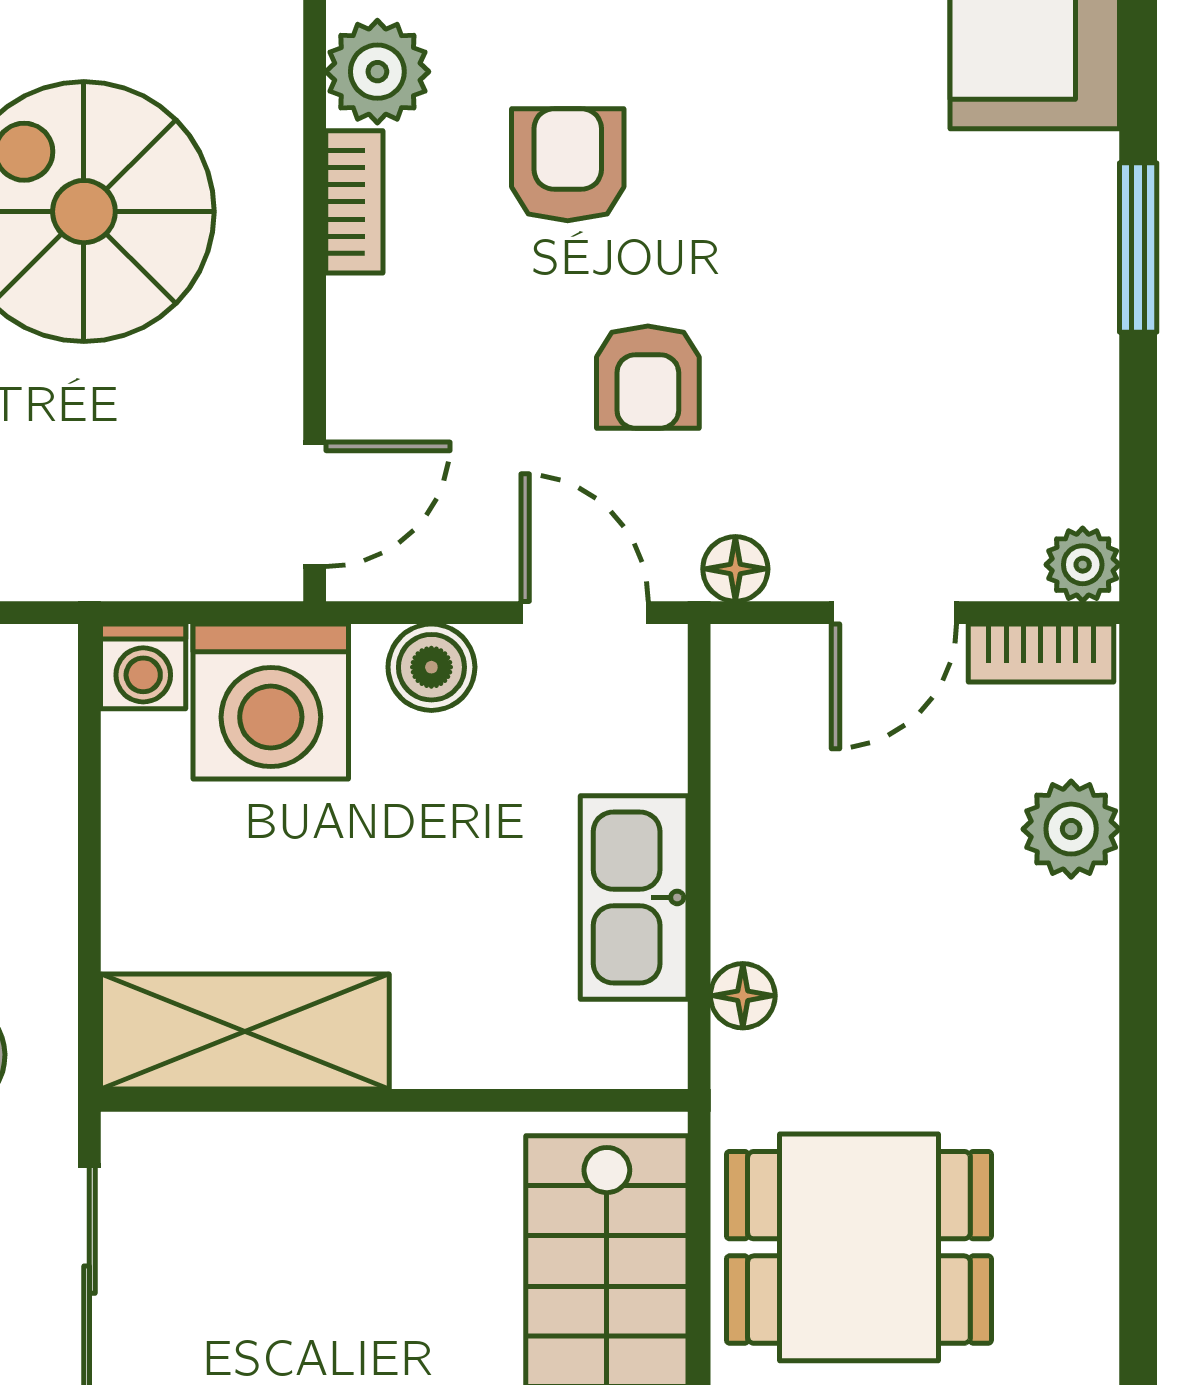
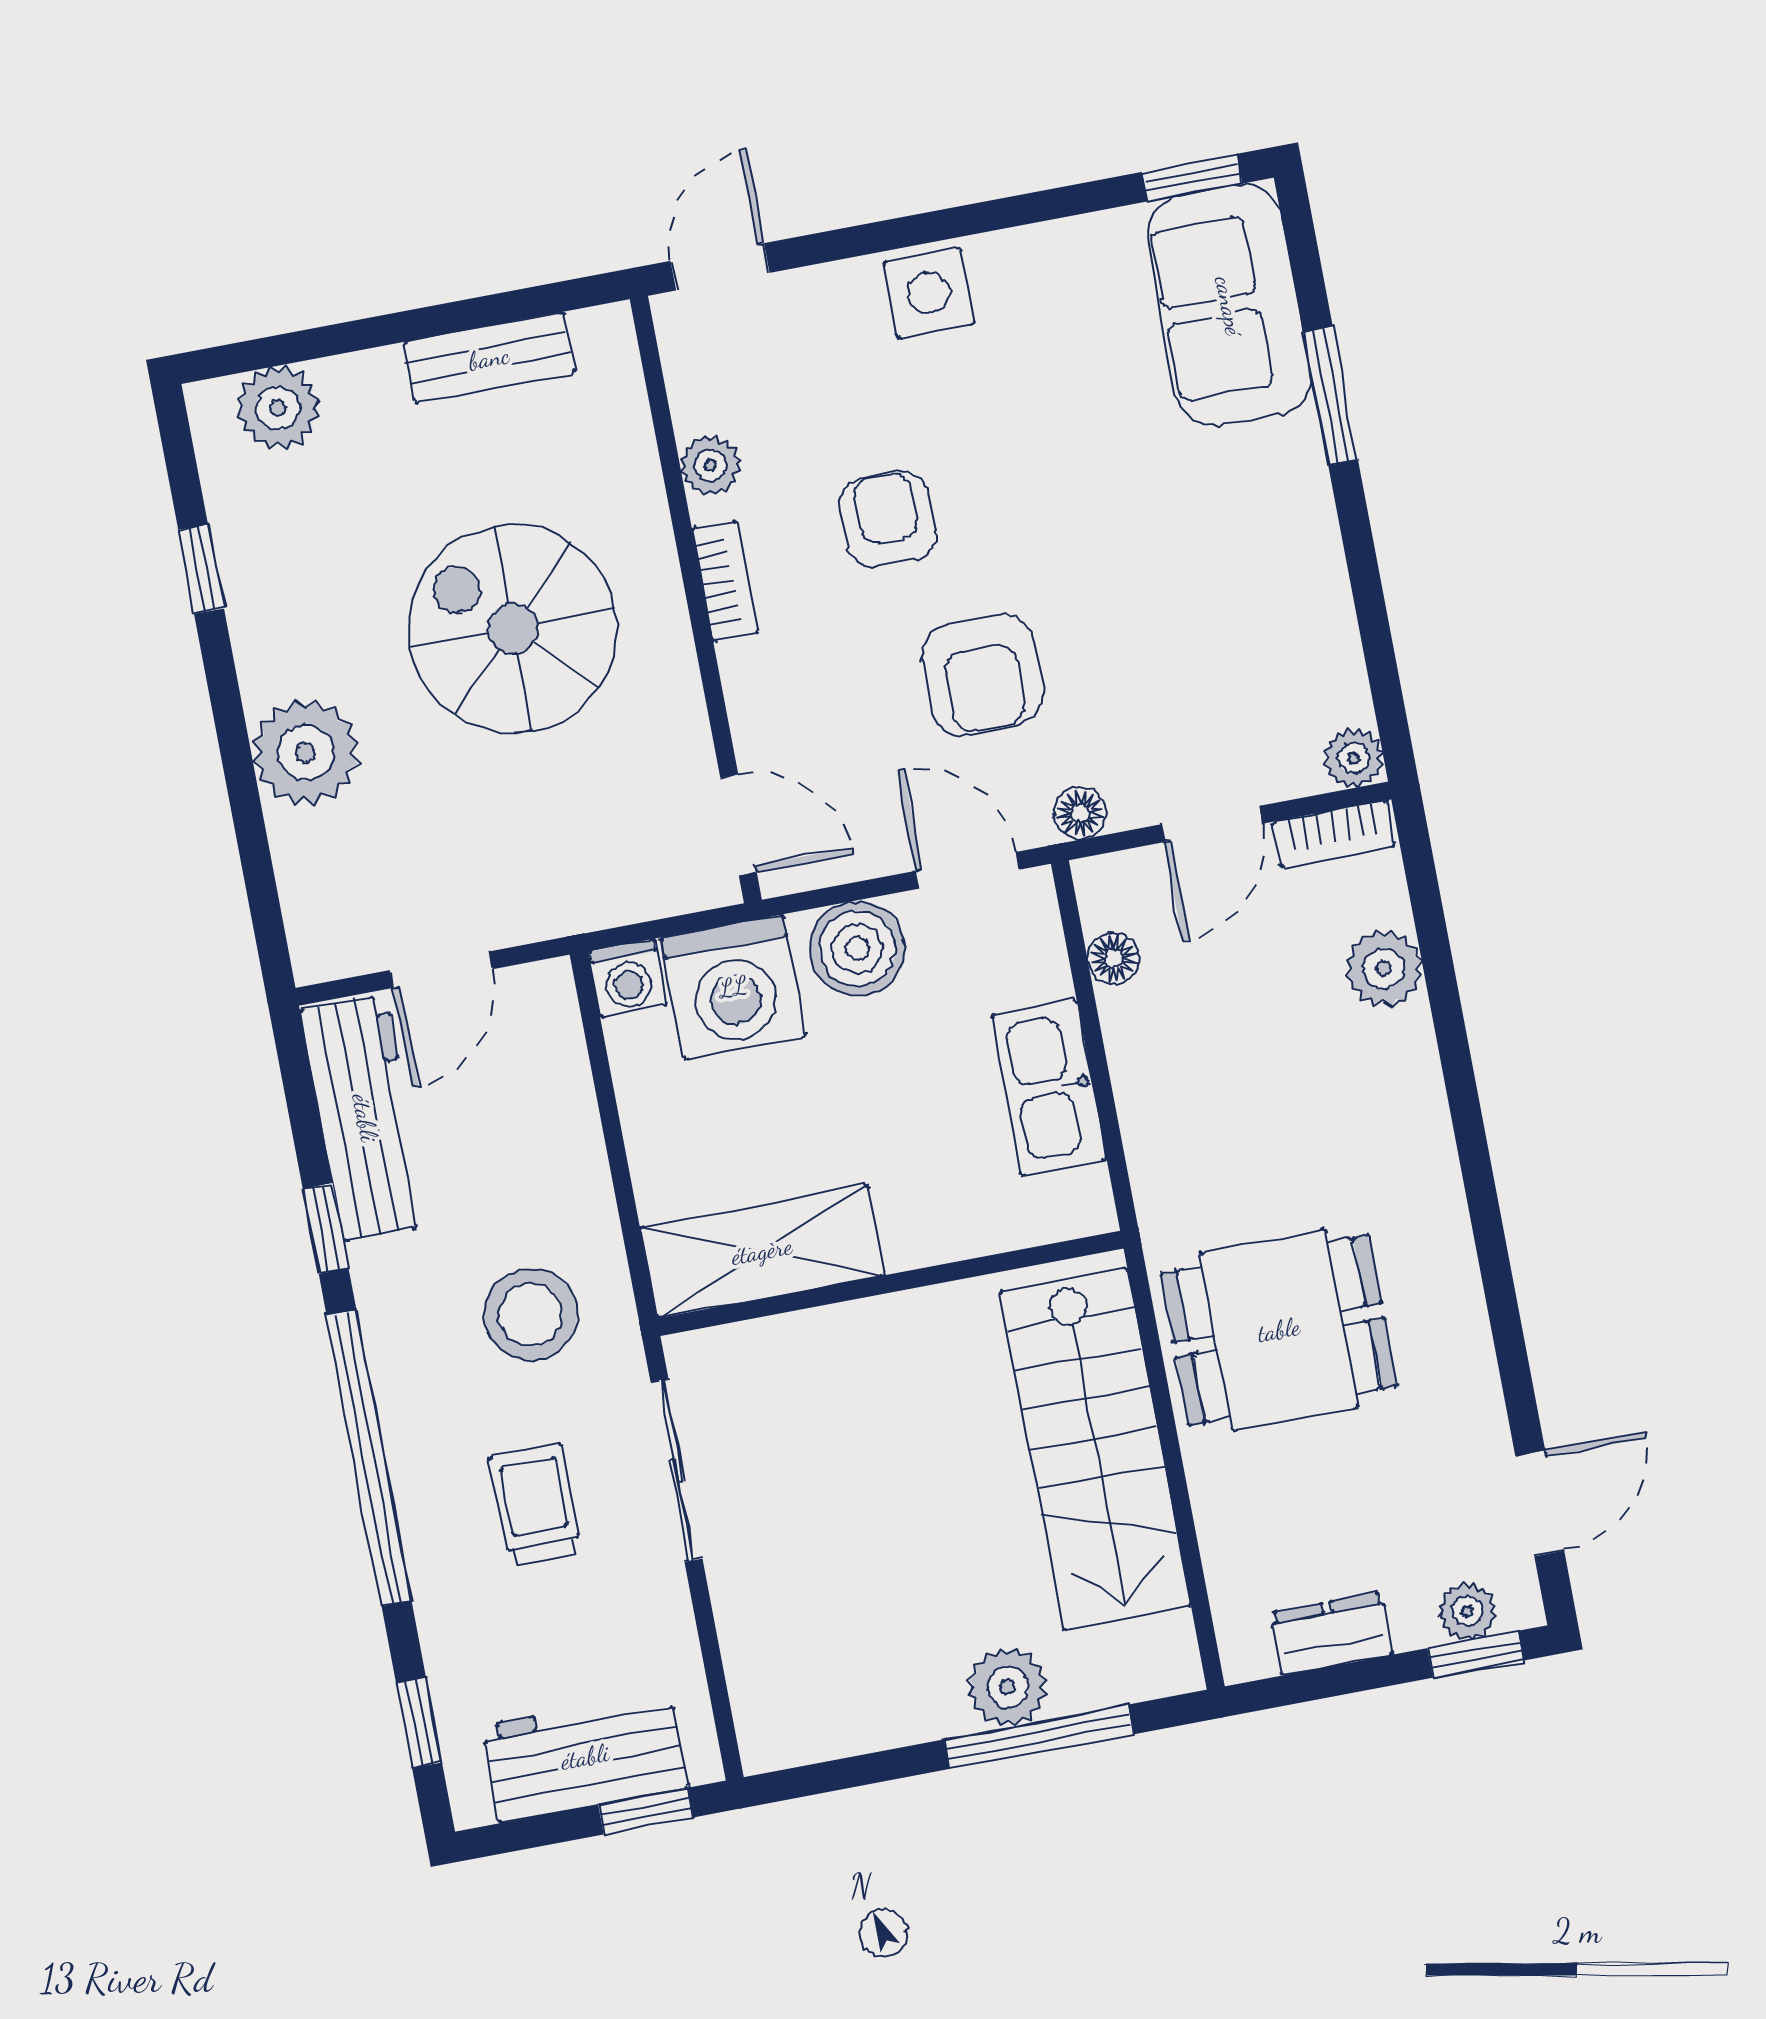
plant: (377, 72) -> (710, 465), width x0.73, depth x0.73
window: (1138, 247) -> (1331, 396), moved
armchair: (648, 377) -> (982, 675), width x1.38, depth x1.38
door: (315, 504) -> (738, 825), hinge flipped
boiler: (431, 667) -> (857, 948), width x1.36, depth x1.36
floor lamp: (743, 996) -> (1114, 958), moved

